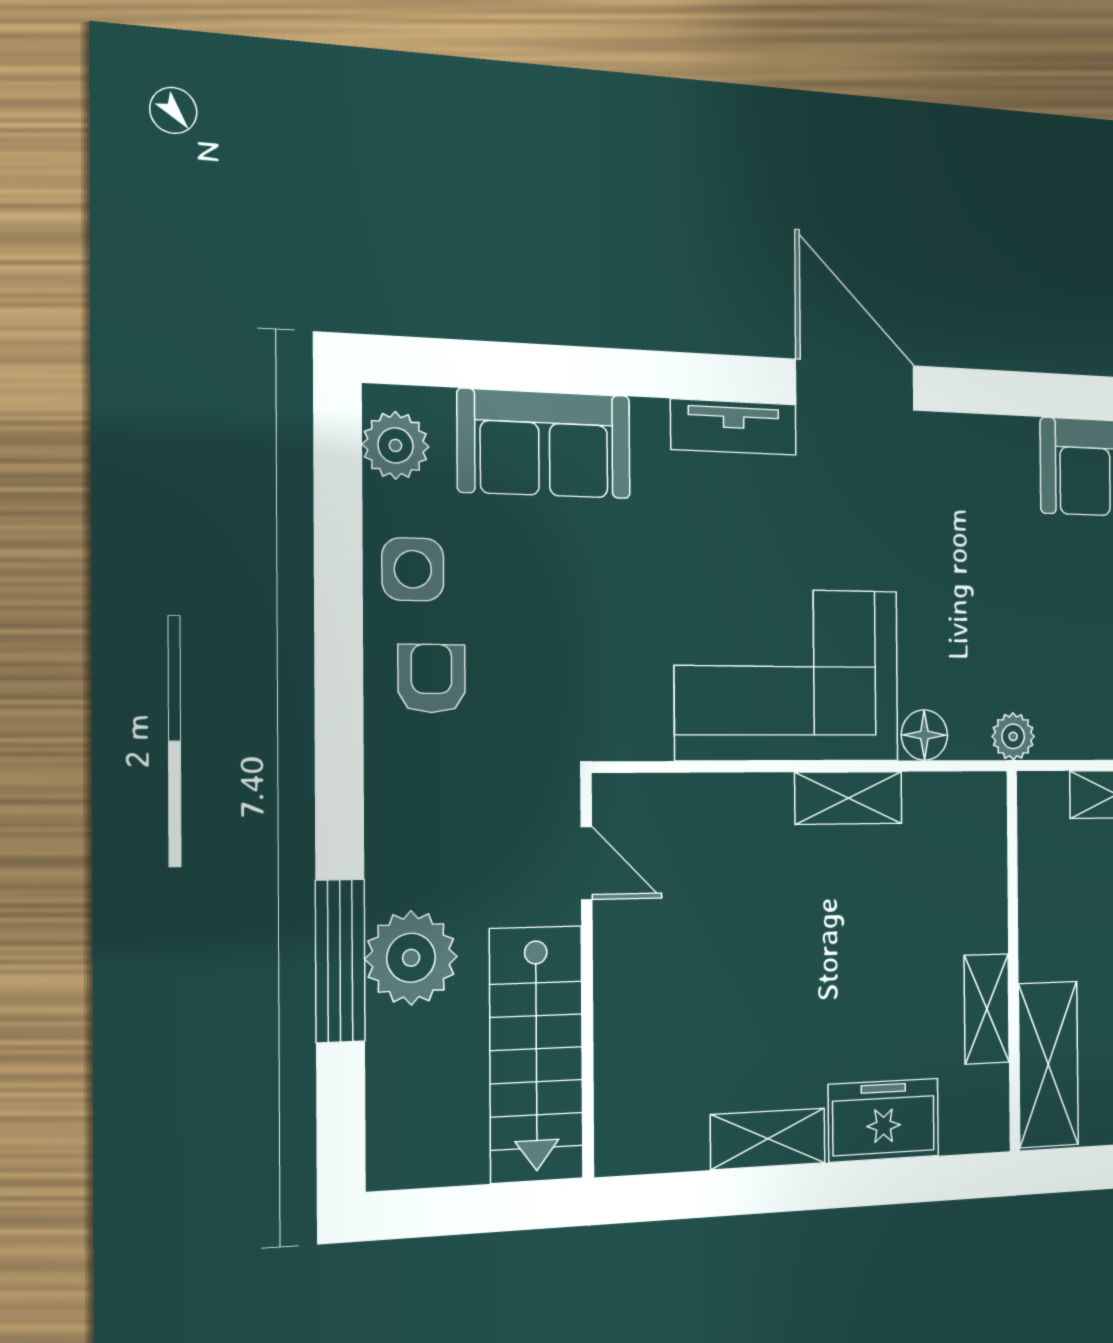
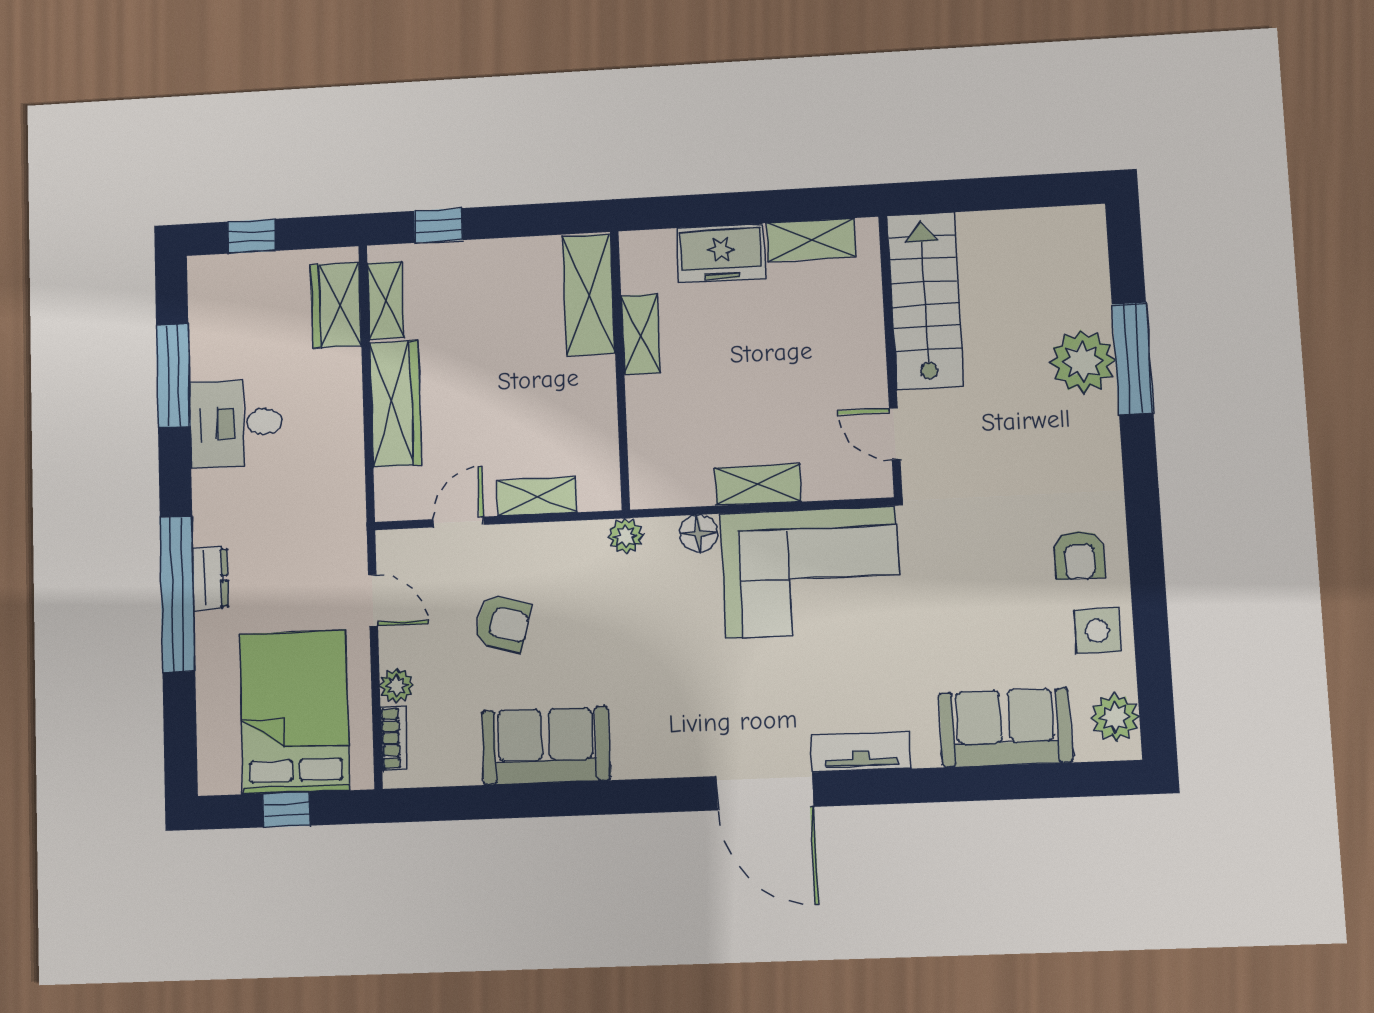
door: (586, 863) -> (895, 434), moved
wall: (587, 975) -> (890, 356), moved
stairs: (536, 1054) -> (925, 301), moved

